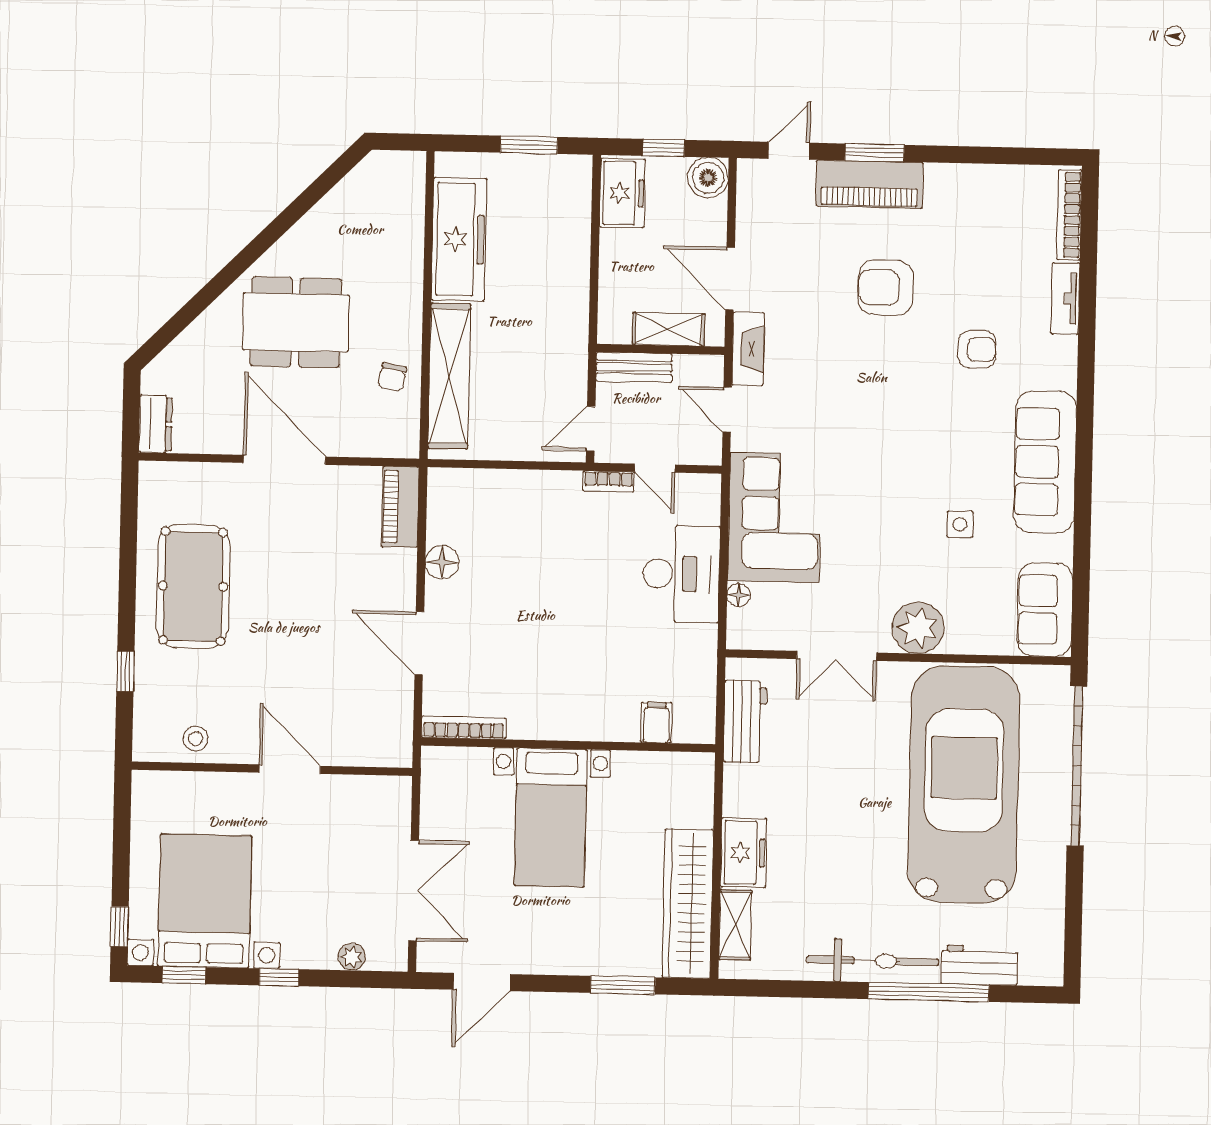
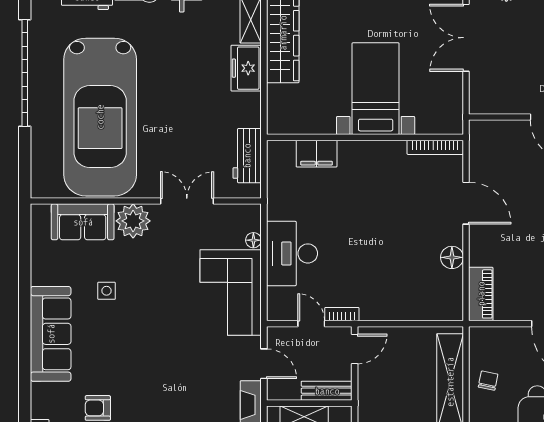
sofa: (1045, 610) -> (83, 222), moved, turned 90
filing cabinet: (656, 723) -> (317, 154), width x2.00
garage door: (1077, 766) -> (25, 73), moved

